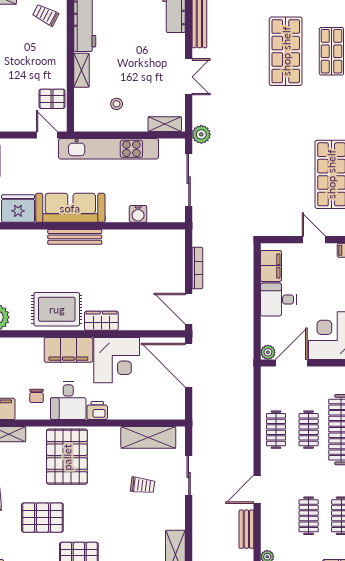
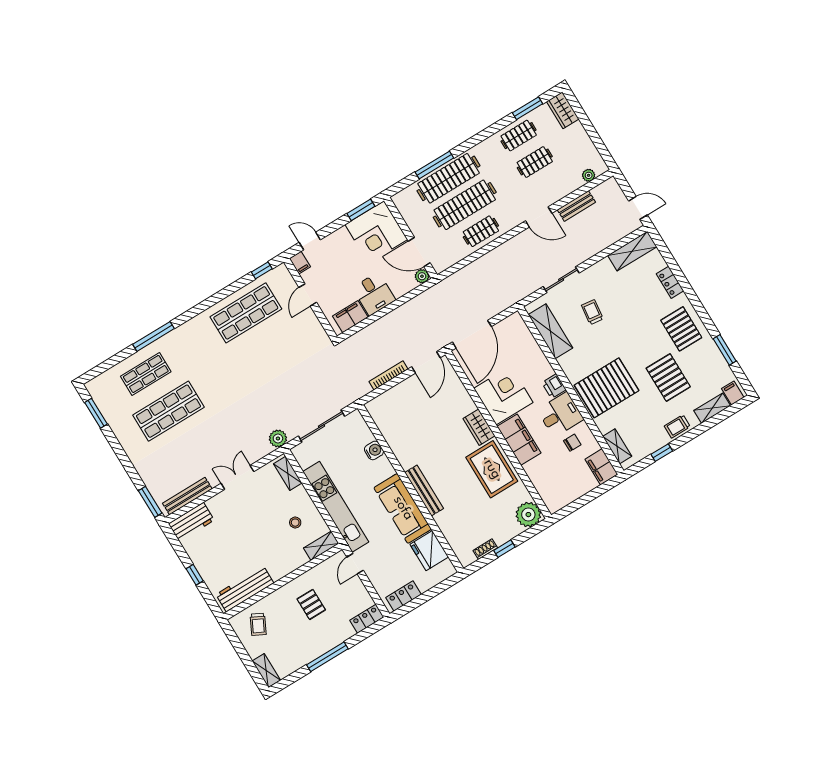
shelving: (82, 70) -> (321, 546), moved
pallet: (52, 99) -> (311, 604), moved
clothes rail: (309, 430) -> (465, 205), width x1.86, depth x1.31

